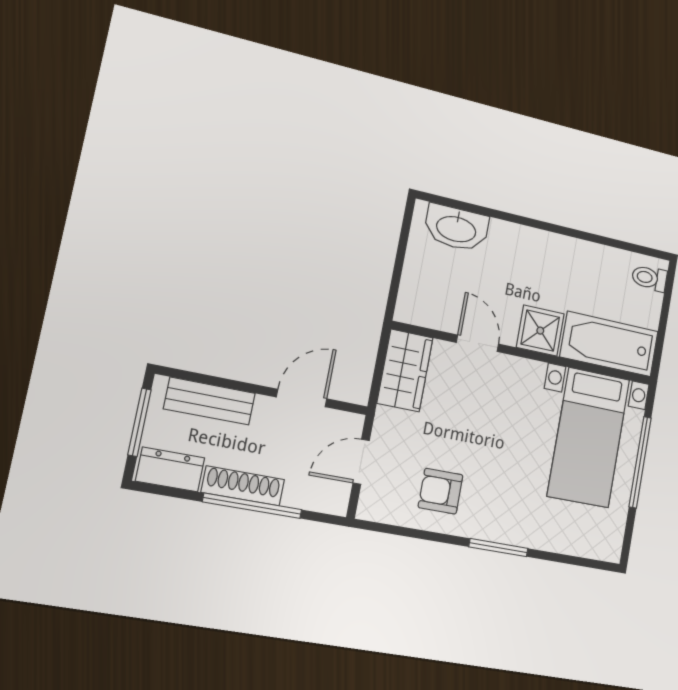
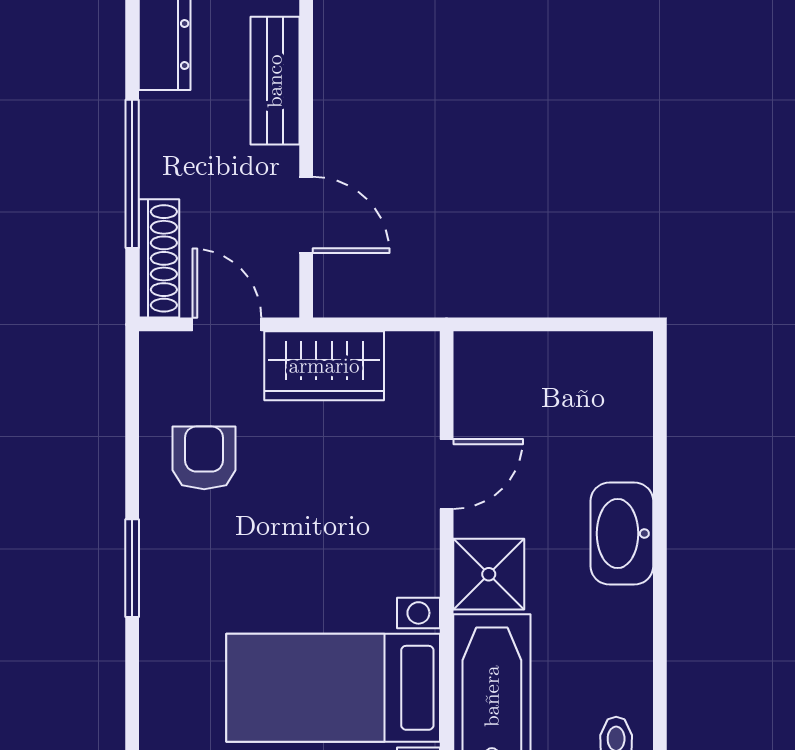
washbasin: (456, 228) -> (622, 534), moved
wardrobe: (405, 370) -> (324, 366), moved
shoe rack: (243, 486) -> (159, 258), moved

